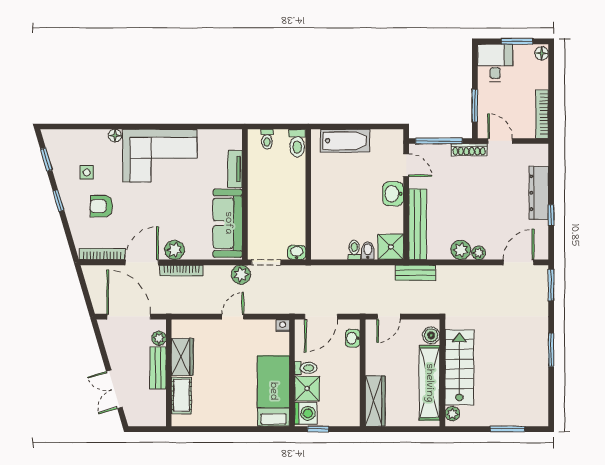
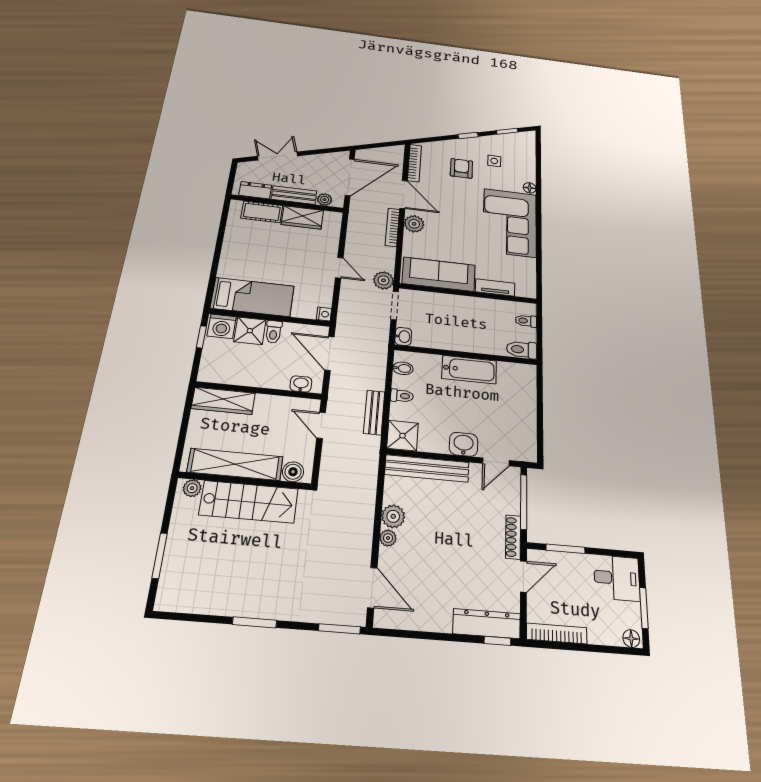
bathtub: (345, 141) -> (469, 370), moved, turned -90
dresser: (539, 193) -> (487, 624), moved
window: (551, 215) -> (497, 641), moved
bidet: (368, 251) -> (403, 368), moved
bench: (415, 273) -> (374, 412), moved
dresser: (158, 405) -> (255, 190), added

